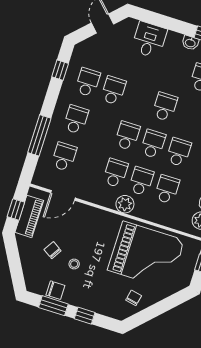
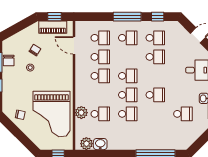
window: (39, 135) -> (127, 17), moved
school desk: (141, 181) -> (100, 57), moved
plant: (125, 204) -> (81, 113), moved

